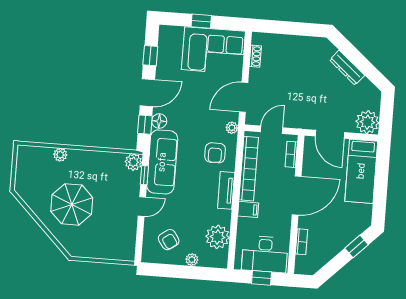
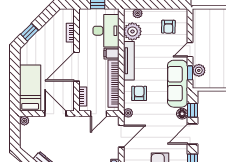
plant: (367, 122) -> (24, 121), width x0.53, depth x0.53
plant: (133, 162) -> (199, 70), moved
tv unit: (226, 190) -> (129, 61), width x1.41
armchair: (169, 240) -> (168, 27), turned -144
desk: (265, 254) -> (106, 31), moved, turned 90
plant: (192, 260) -> (138, 13), moved

